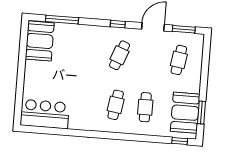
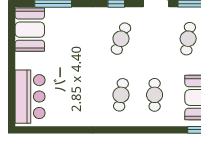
bar counter: (45, 114) -> (30, 97), moved, turned 90

